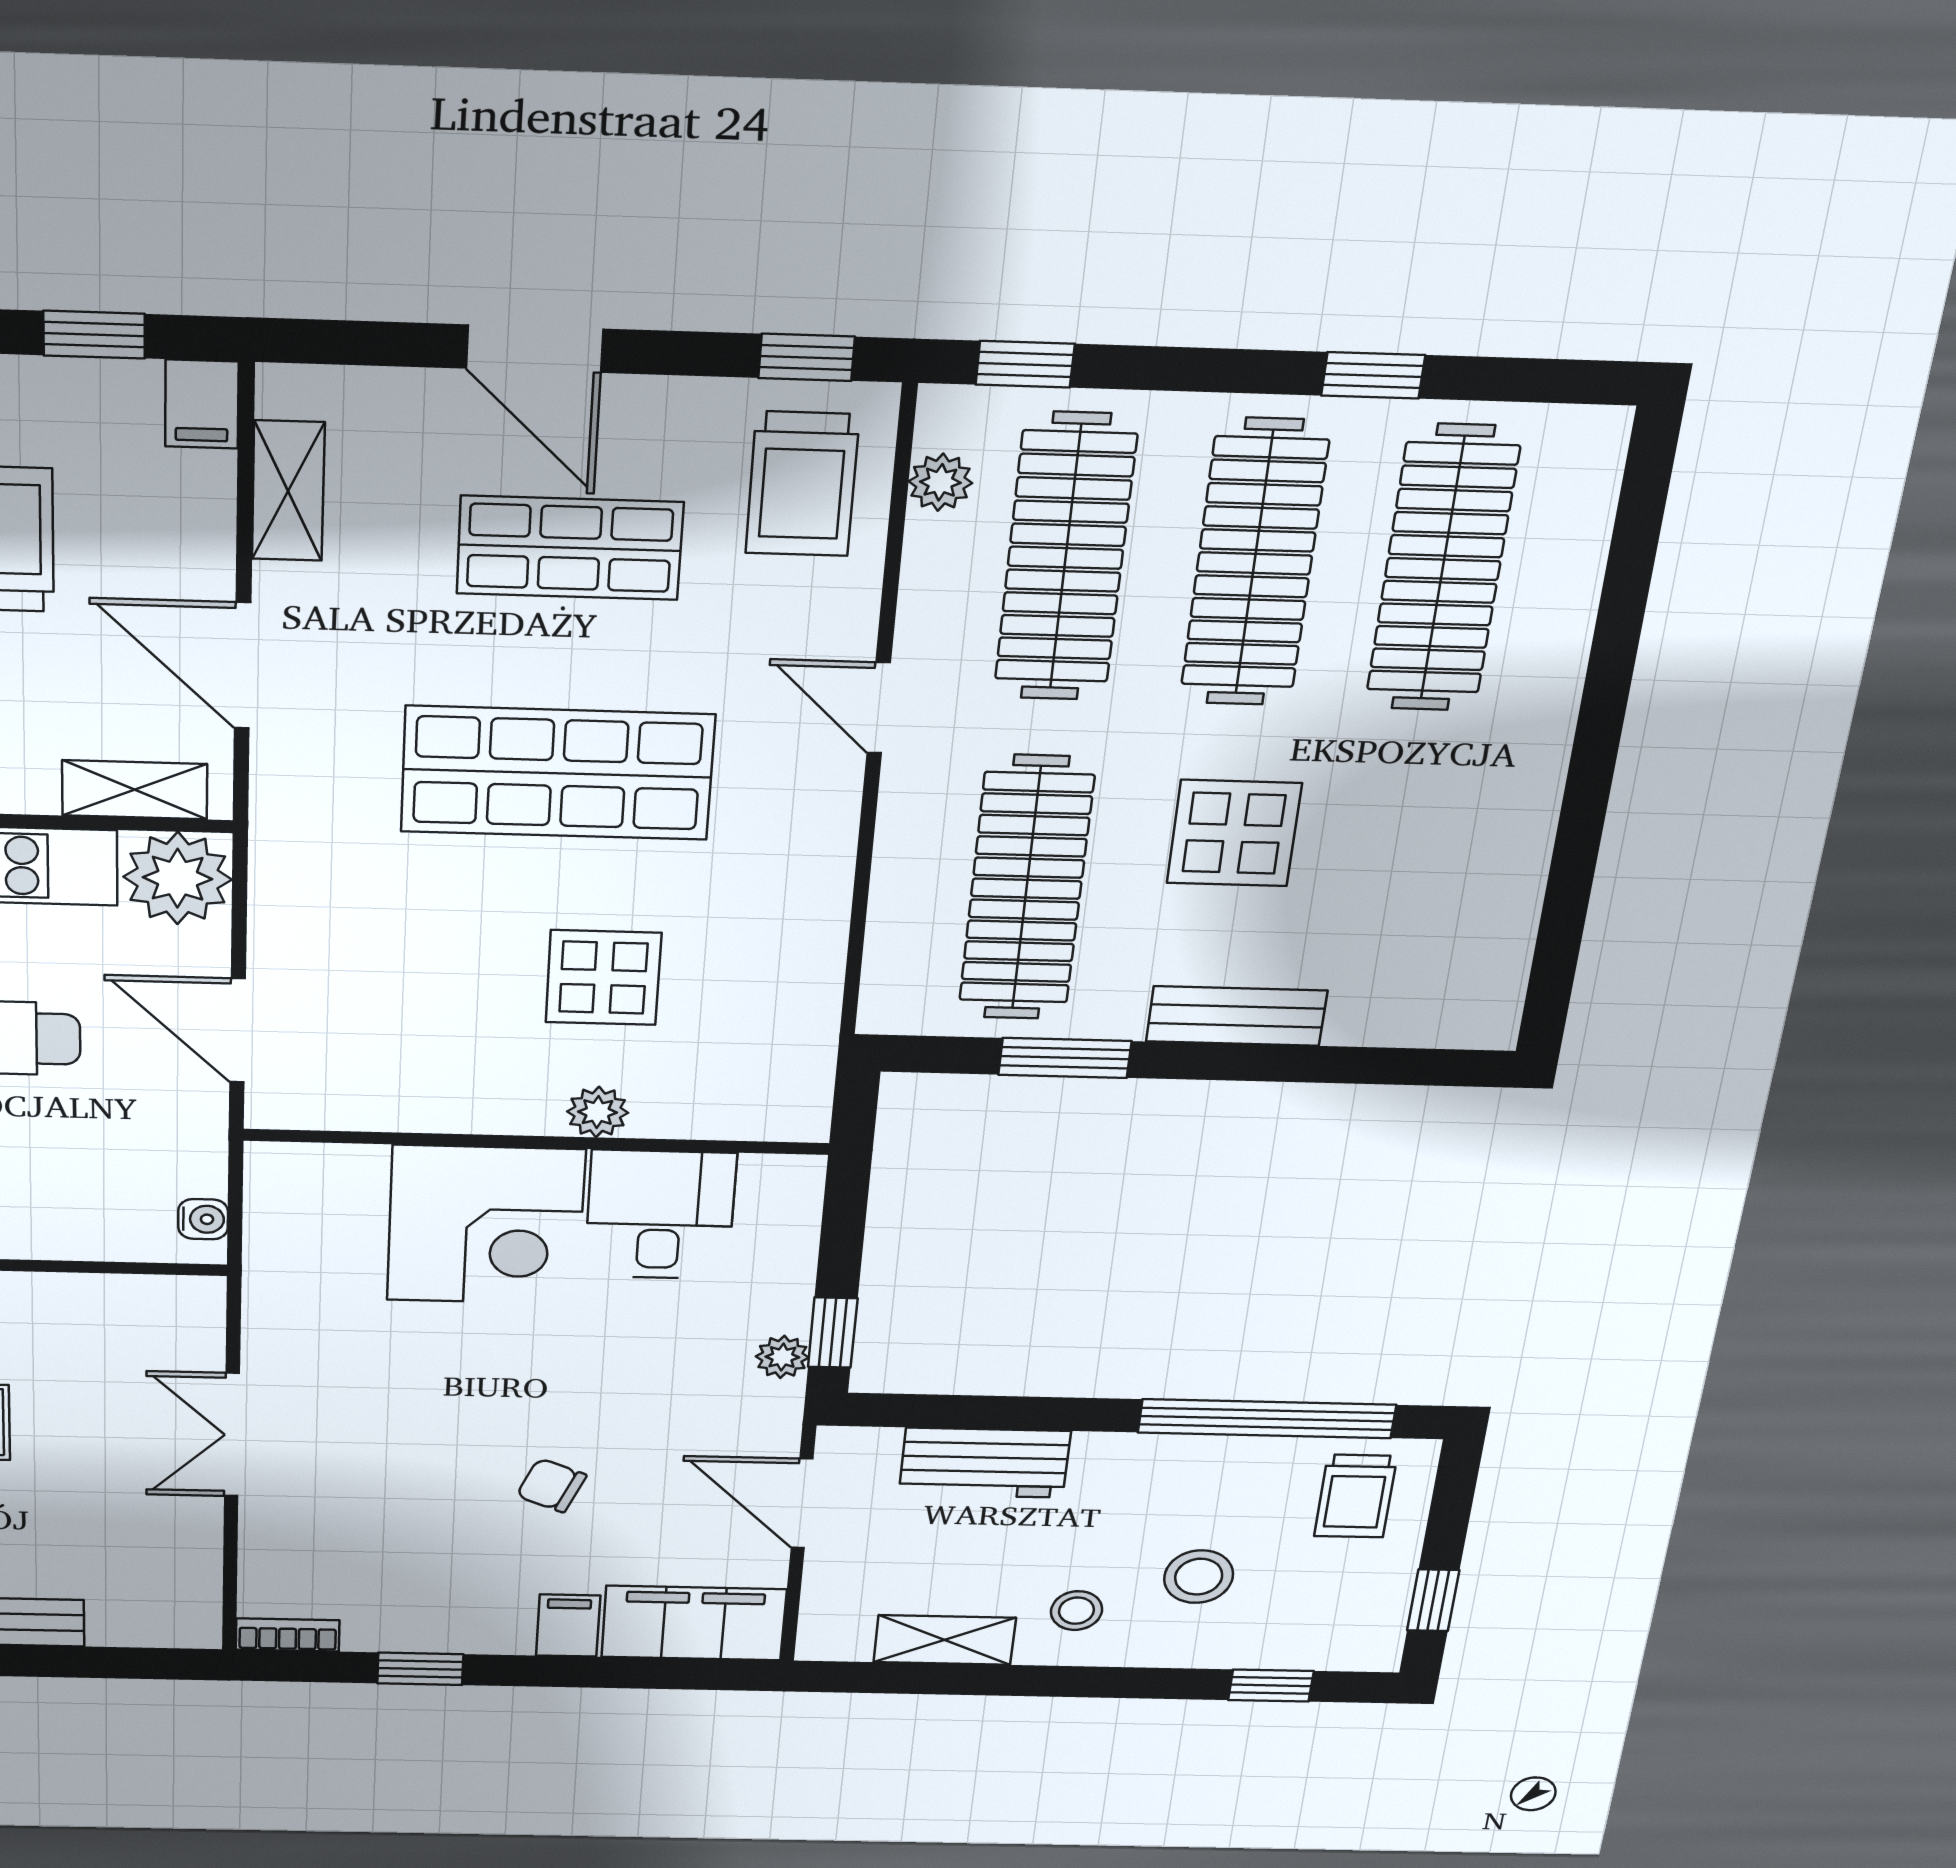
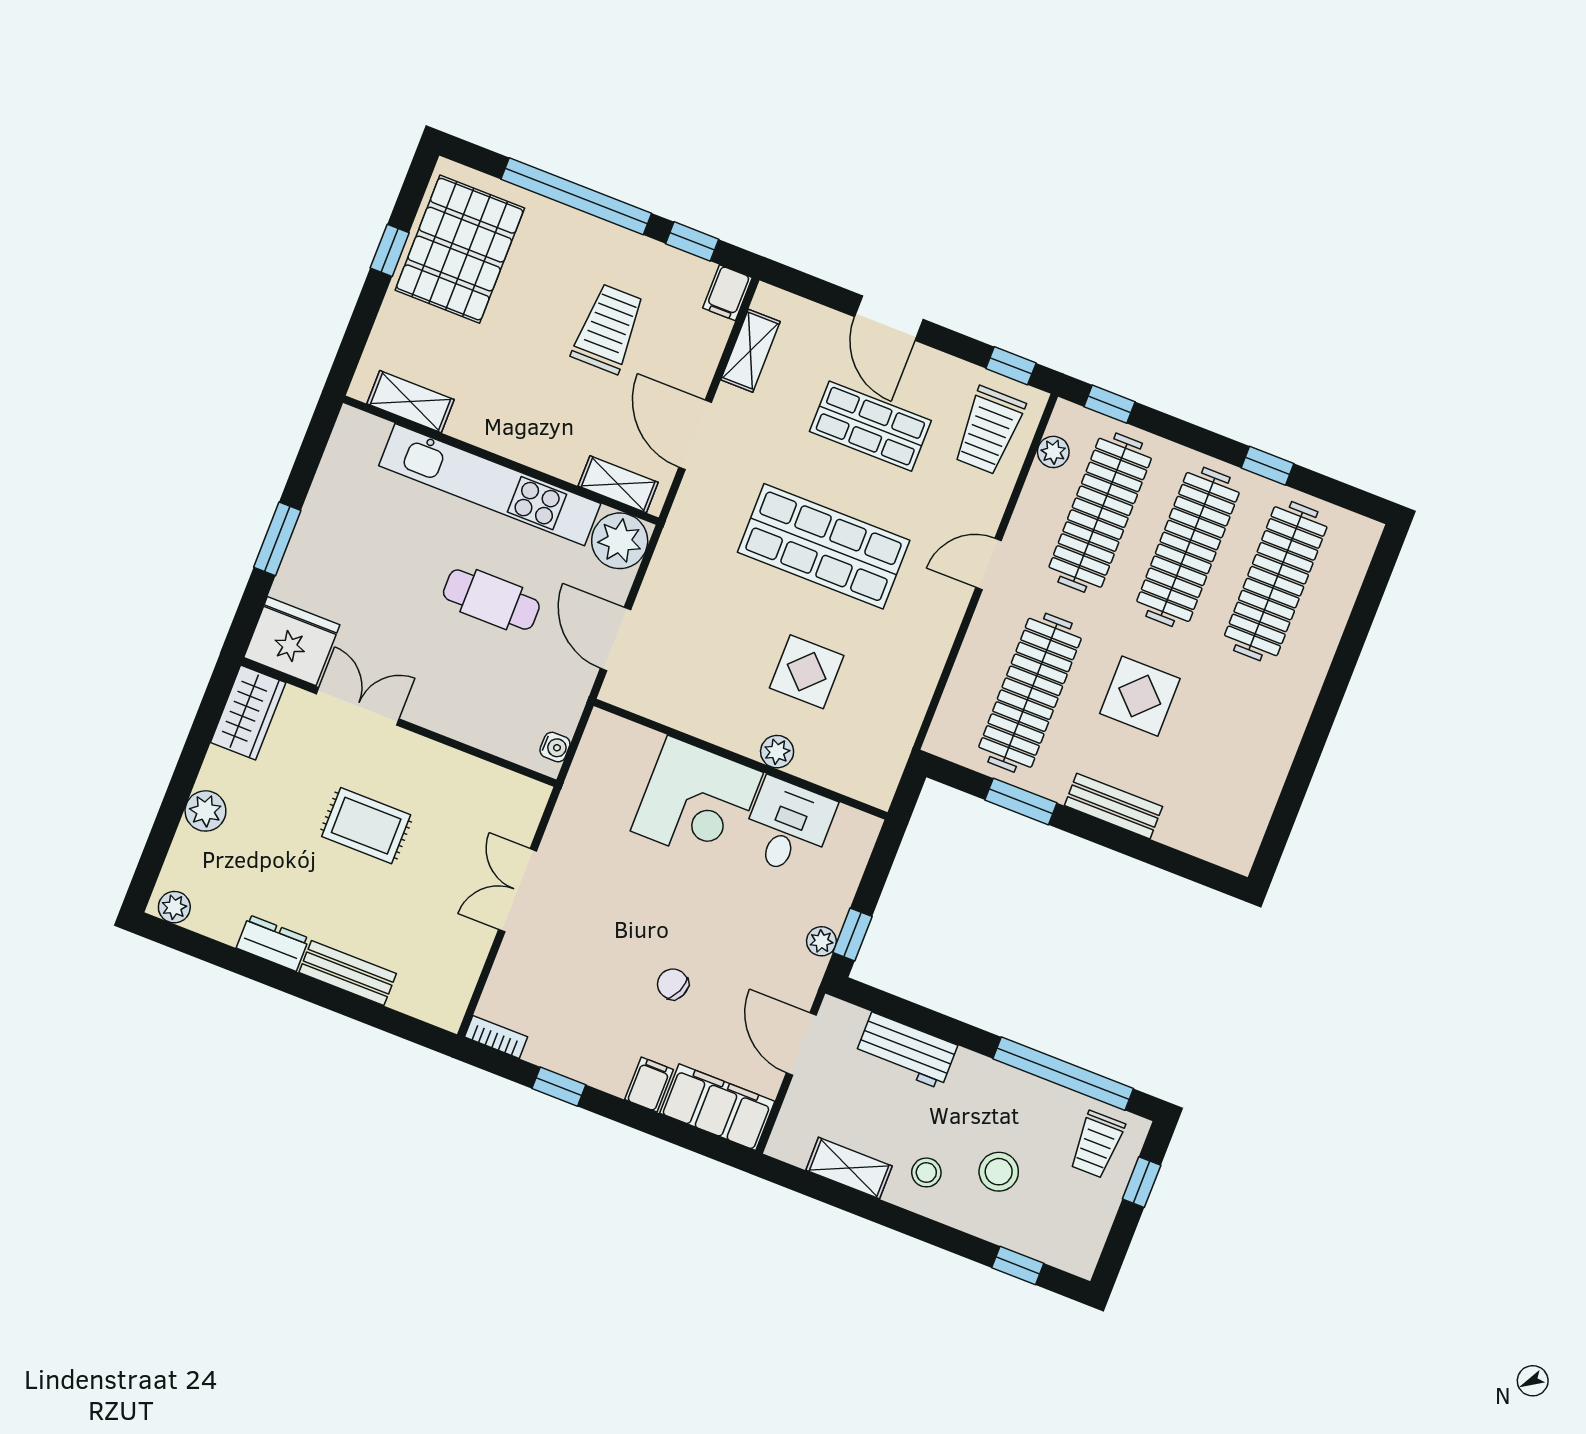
door: (879, 708) -> (988, 564), hinge flipped
window: (1433, 1600) -> (1142, 1182), moved

